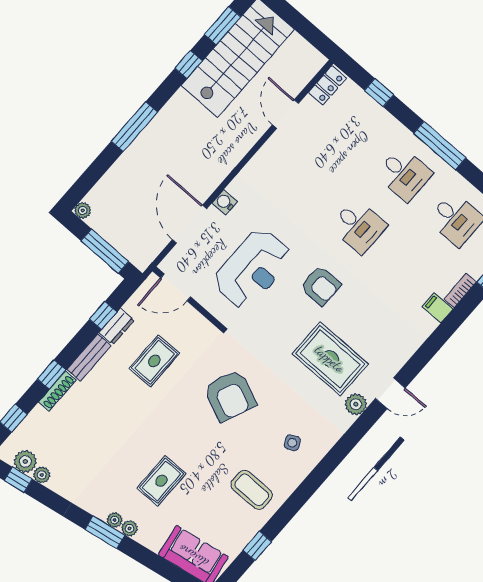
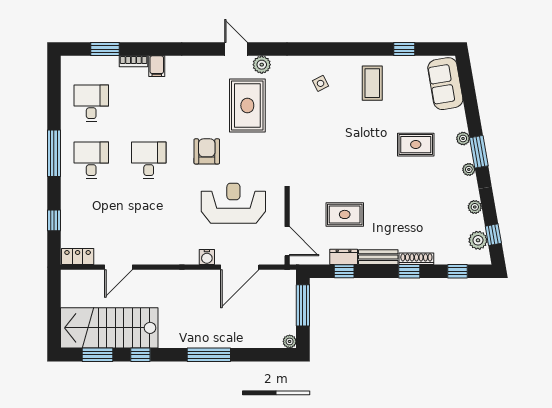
armchair: (230, 396) -> (325, 148), removed
plant: (42, 475) -> (475, 207), moved
plant: (115, 520) -> (469, 169), moved

